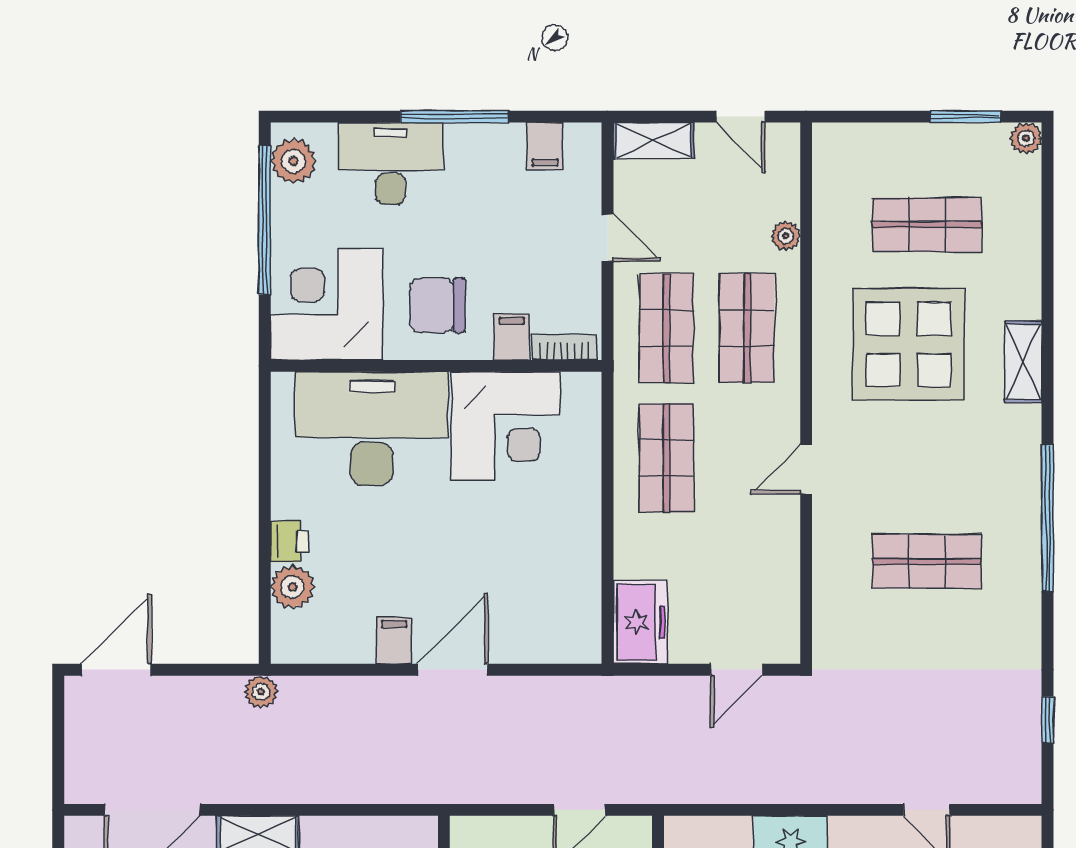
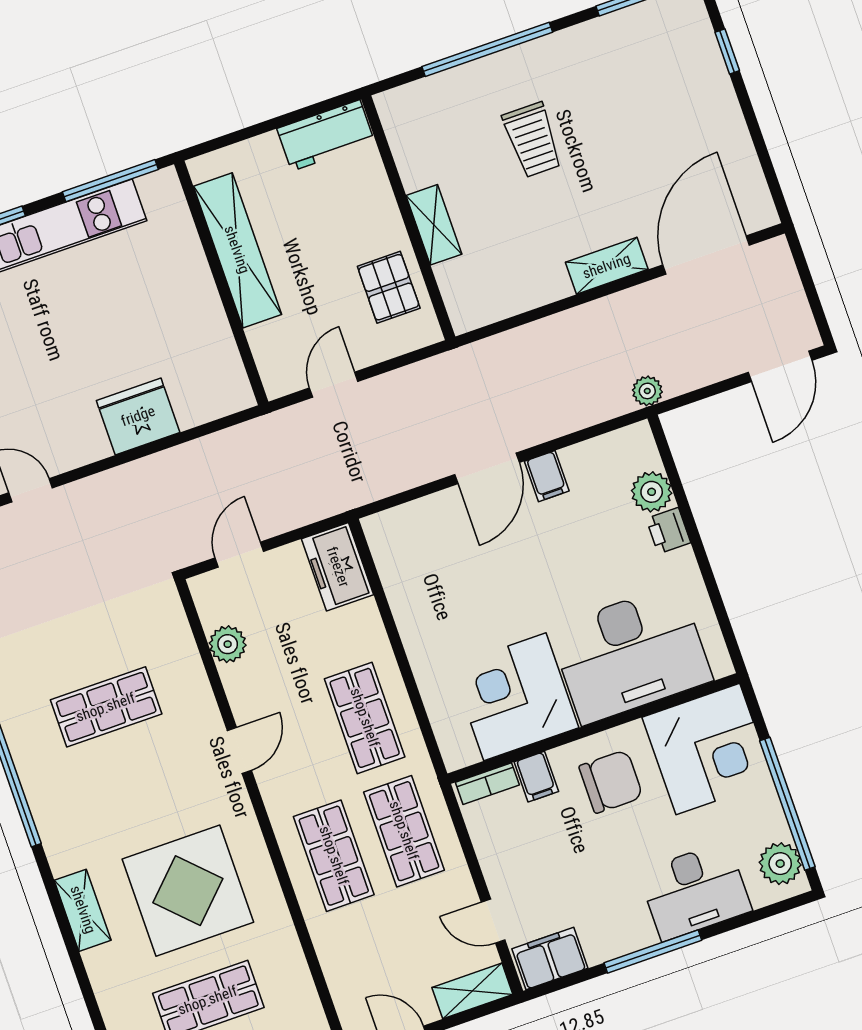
filing cabinet: (545, 146) -> (550, 959), width x2.00
plant: (786, 236) -> (228, 644), moved, width x1.38, depth x1.38
door: (607, 238) -> (493, 921), moved

